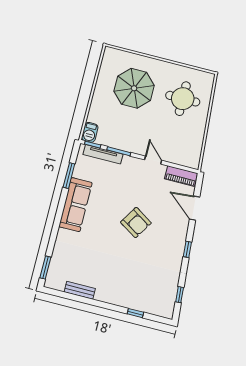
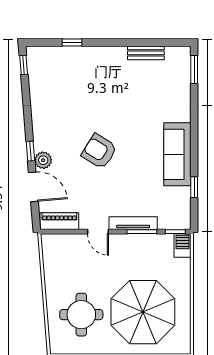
parasol: (134, 88) -> (143, 312), width x1.36, depth x1.36
tv unit: (103, 154) -> (133, 223), moved
window: (69, 176) -> (194, 187), width x0.67
plant: (182, 227) -> (43, 160), added
window: (187, 249) -> (30, 151), moved
window: (180, 295) -> (24, 65), moved

